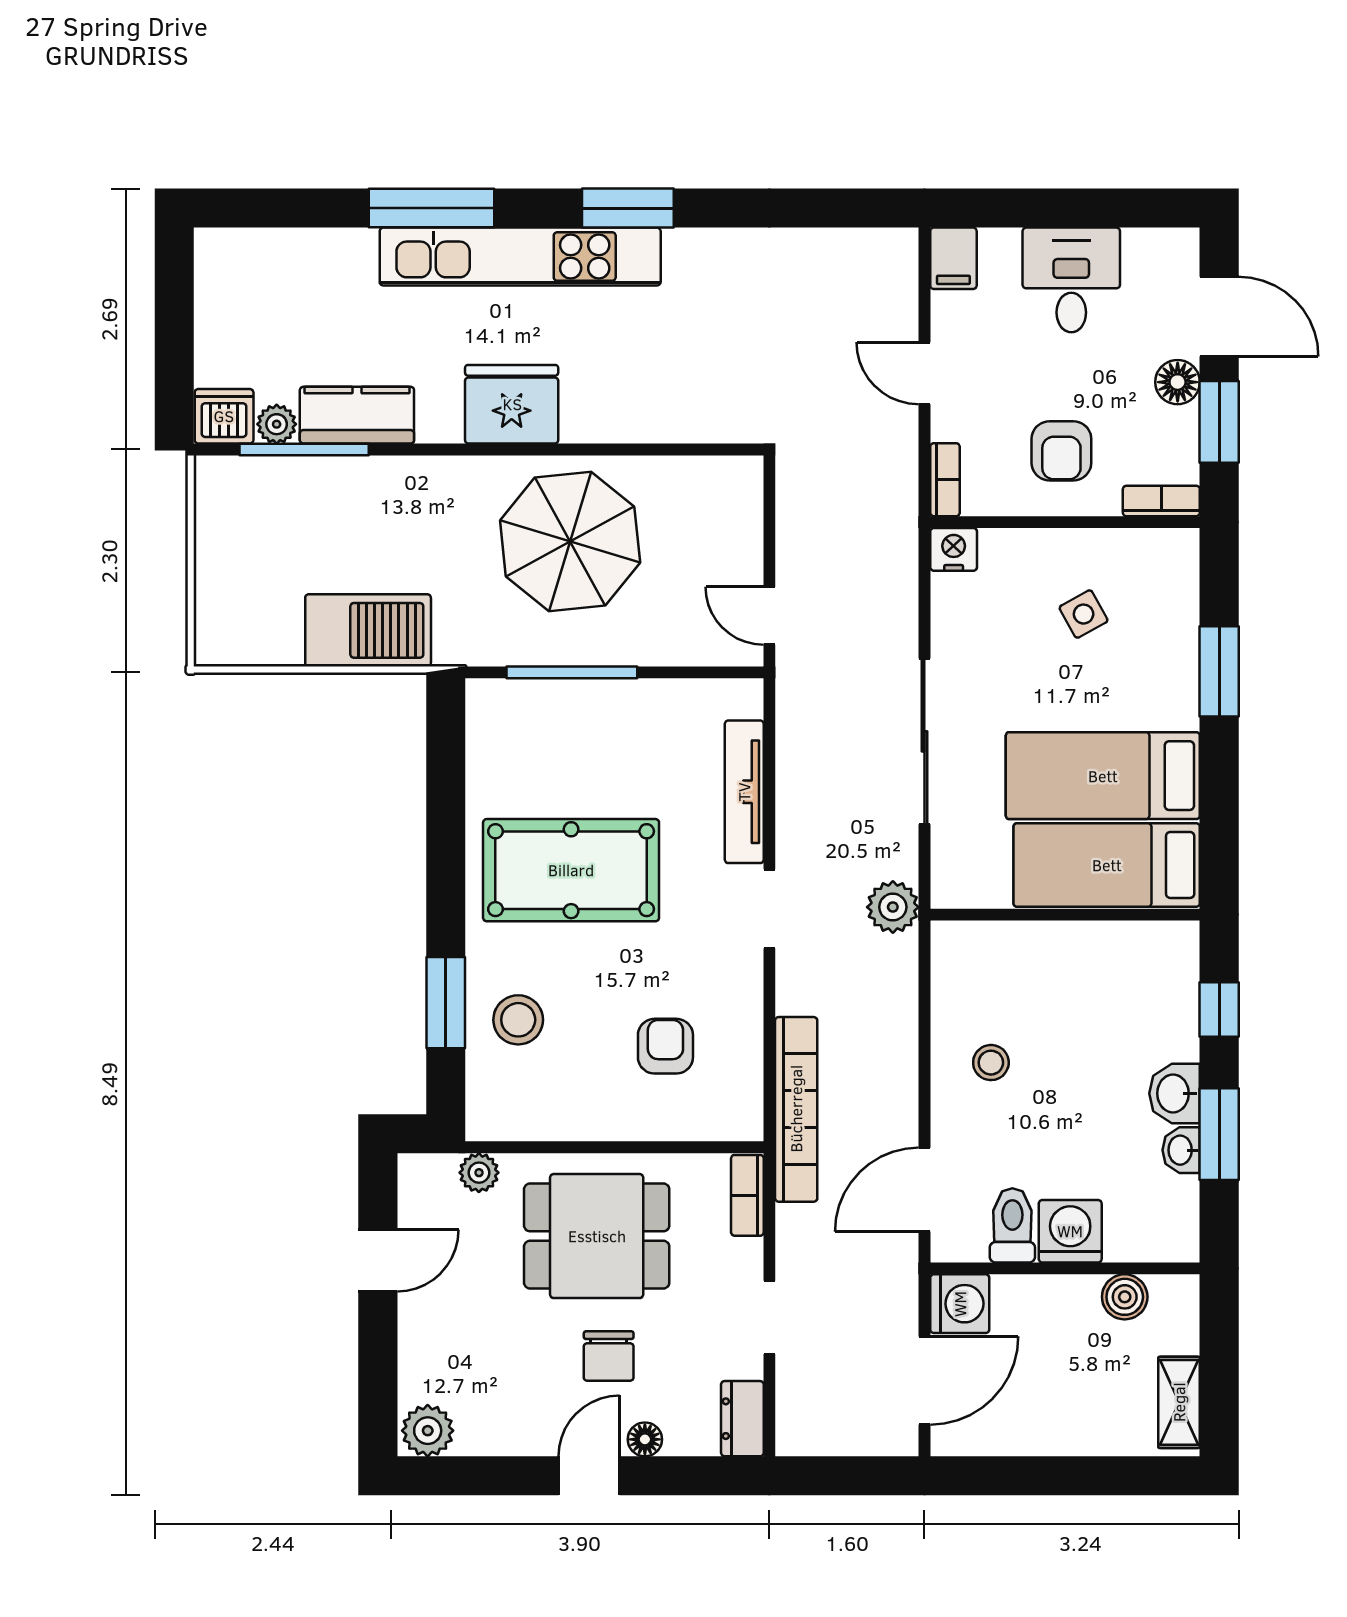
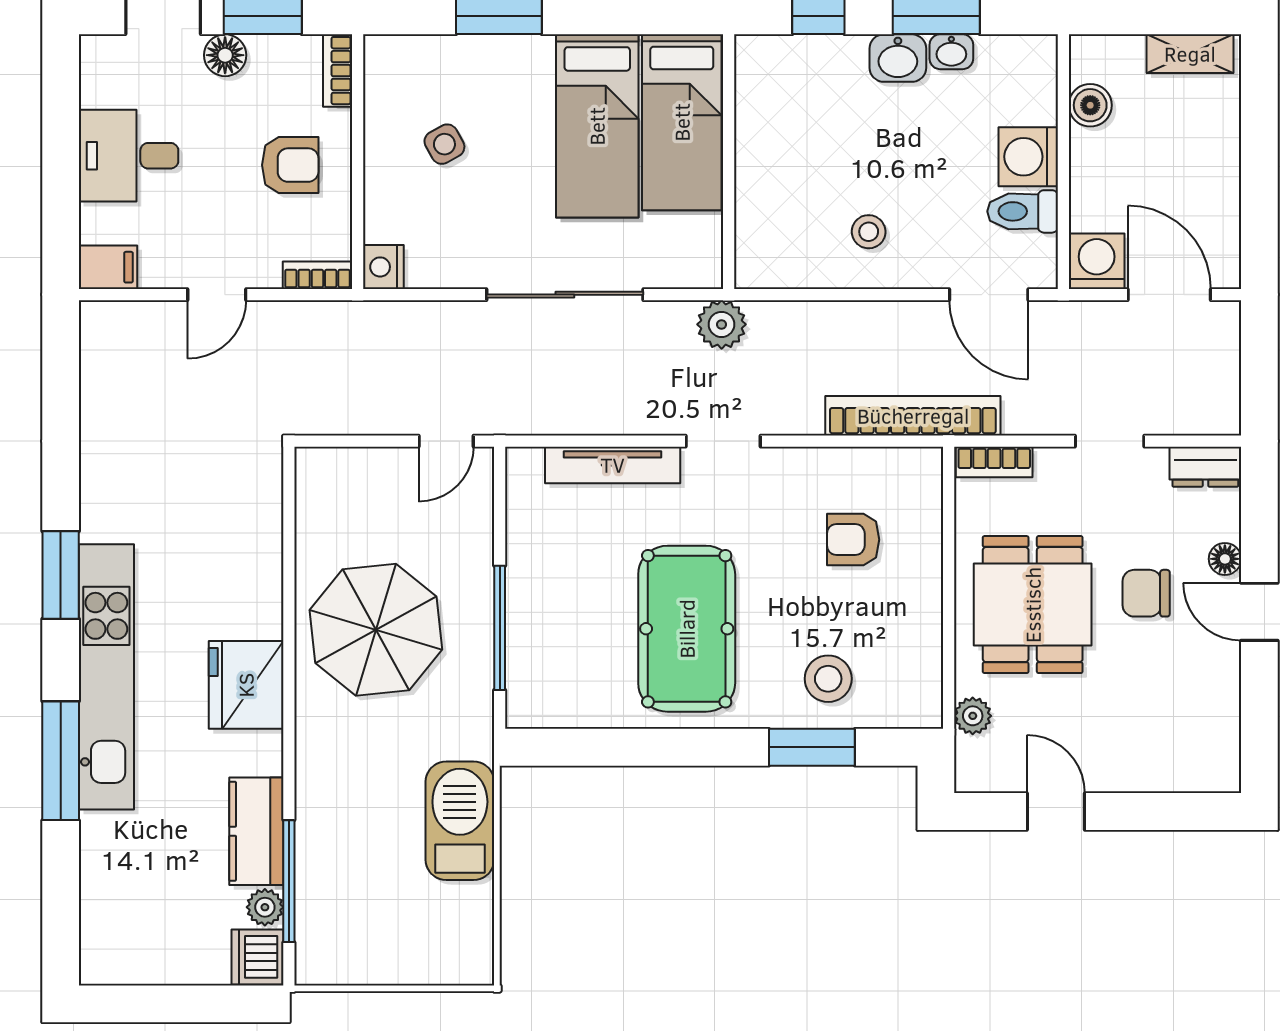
chair: (609, 1356) -> (1146, 593), turned 180
plant: (428, 1431) -> (1217, 764), removed

